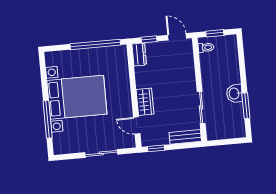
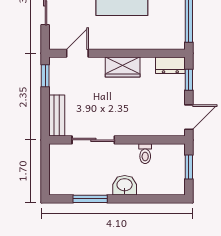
toilet: (206, 48) -> (145, 154), moved
washbasin: (234, 94) -> (125, 185), moved
wardrobe: (145, 102) -> (123, 67), moved

